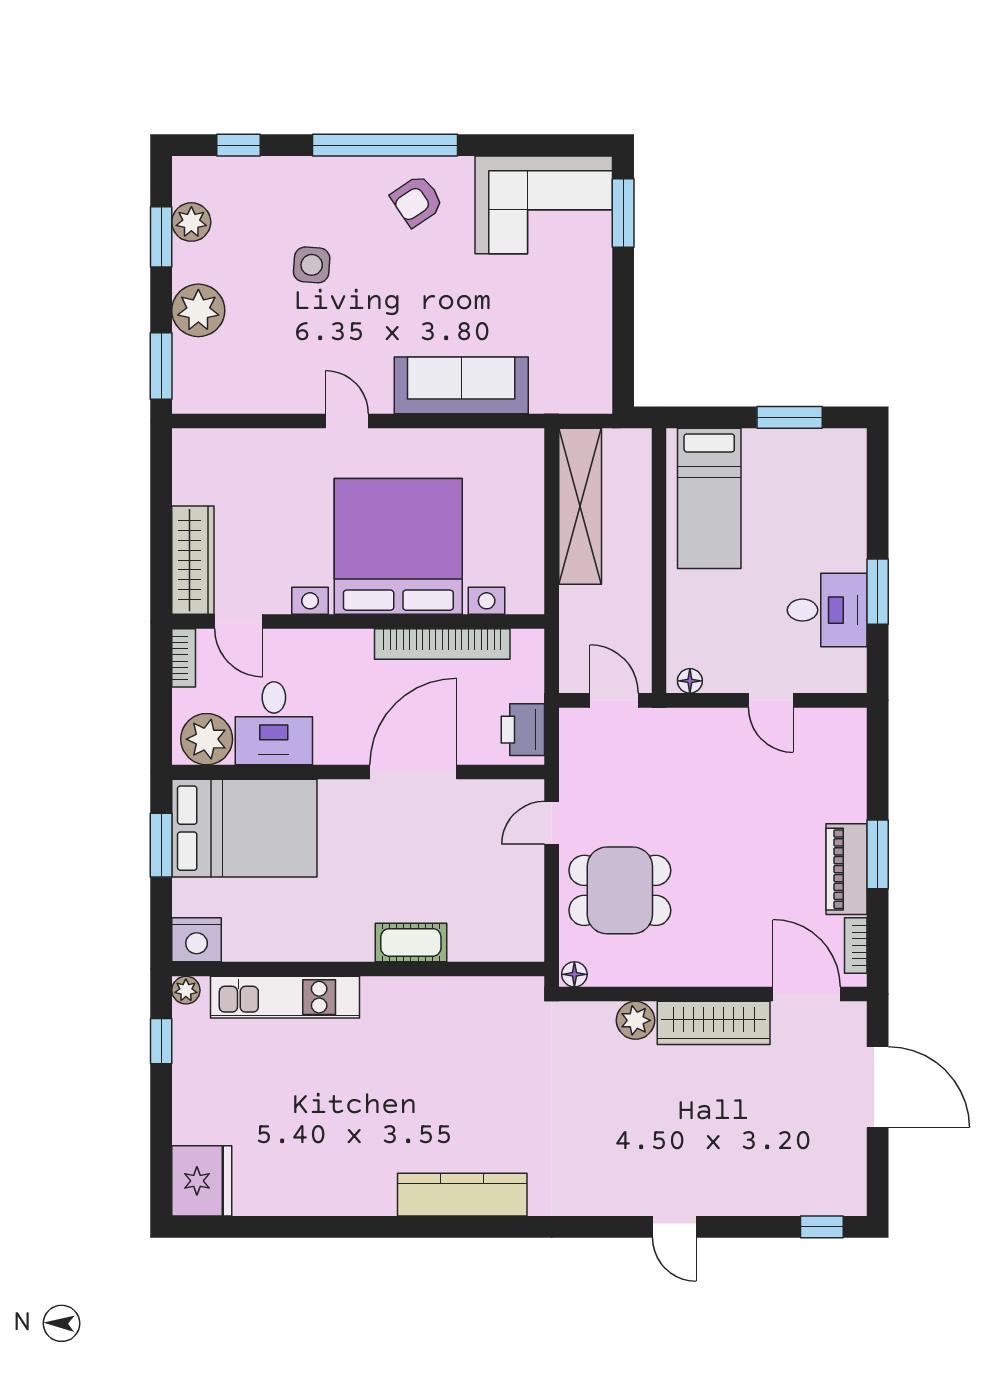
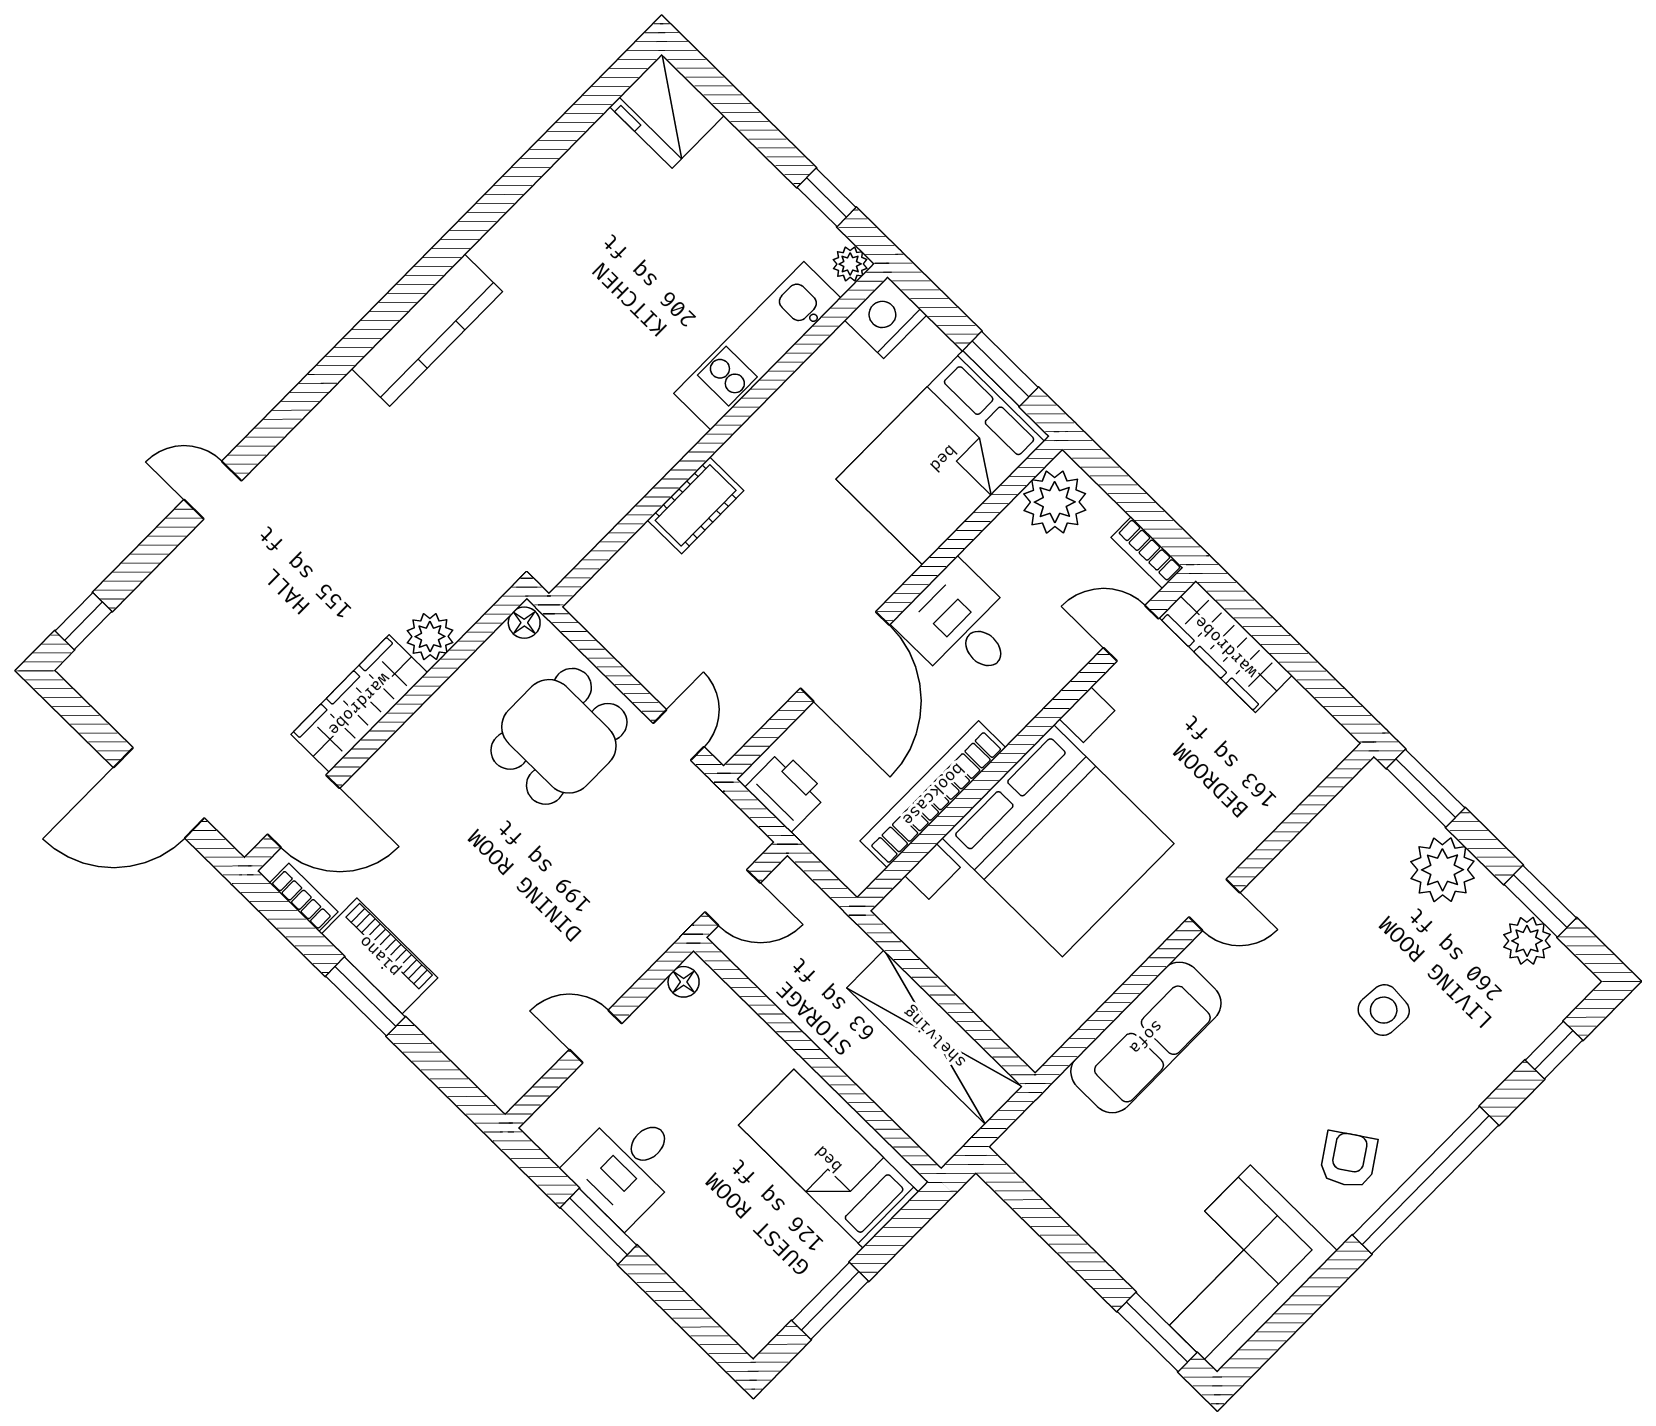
desk: (274, 723) -> (960, 626), moved

